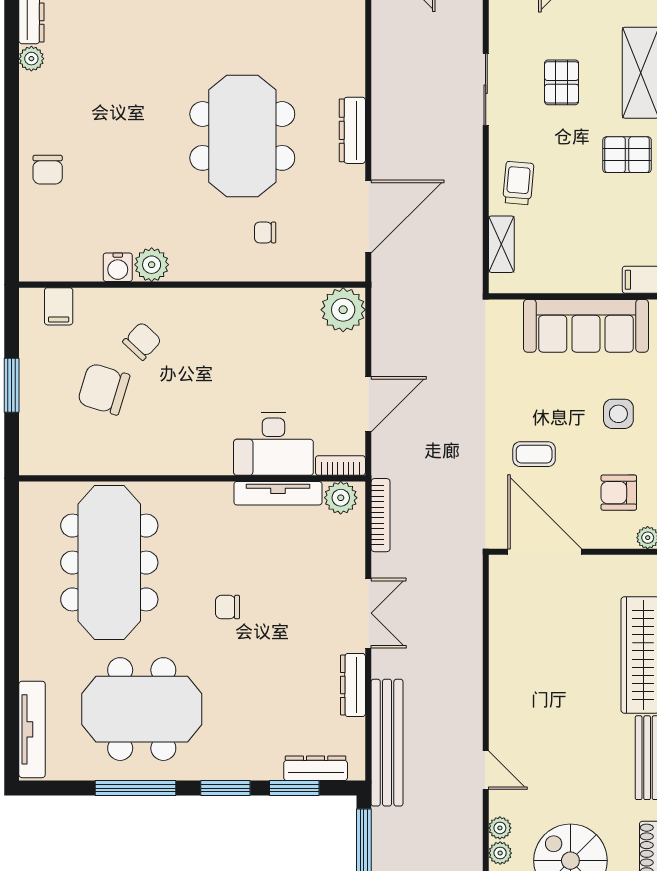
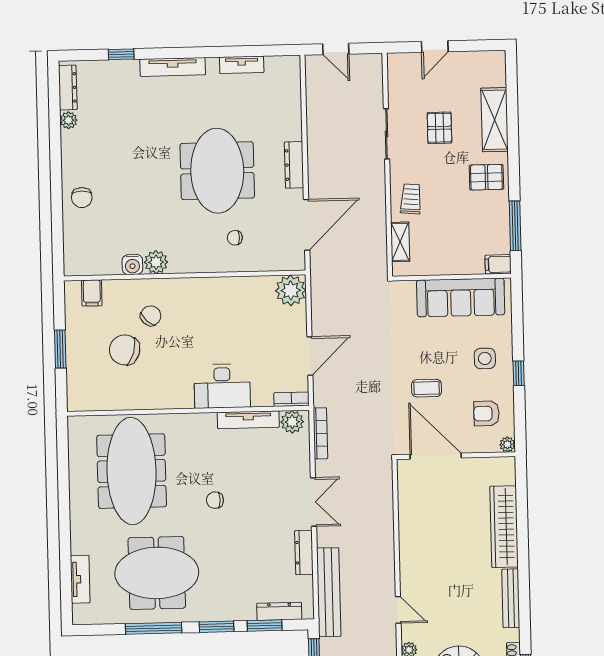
desk: (273, 444) -> (222, 386), moved
tv unit: (32, 729) -> (80, 579), width x0.71

